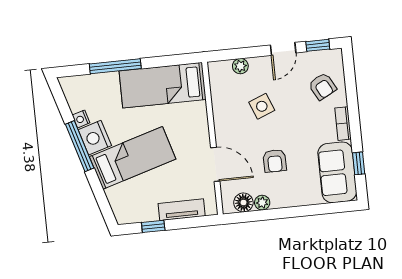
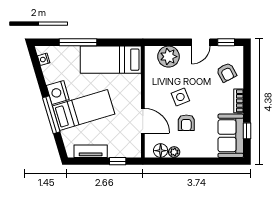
plant: (240, 66) -> (169, 57), width x1.87, depth x1.87
side table: (262, 106) -> (180, 97), moved
nightstand: (81, 119) -> (44, 59), moved
window: (80, 146) -> (51, 115), moved
tv unit: (182, 210) -> (91, 151), moved
window: (153, 226) -> (118, 161), moved

